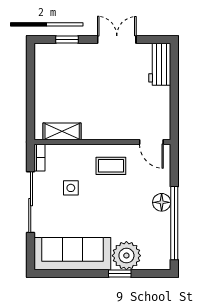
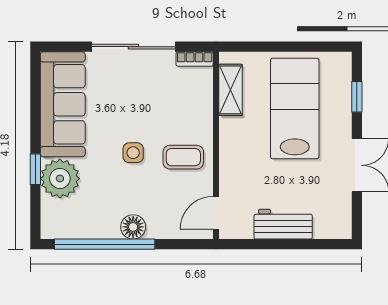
workbench: (160, 64) -> (283, 224), moved
lab bench: (76, 85) -> (295, 108), added
coffee table: (111, 166) -> (183, 157), turned 90
side table: (71, 188) -> (133, 153), moved

